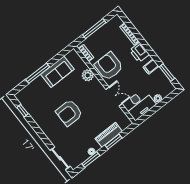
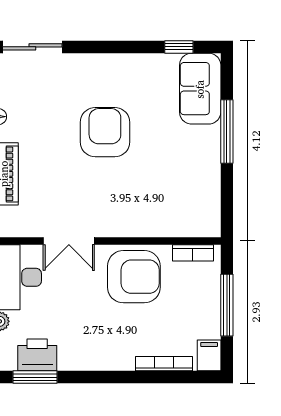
printer: (139, 52) -> (37, 355), moved
filing cabinet: (151, 67) -> (209, 355), moved
sofa: (57, 72) -> (200, 89), moved
plant: (88, 75) -> (148, 223), removed

